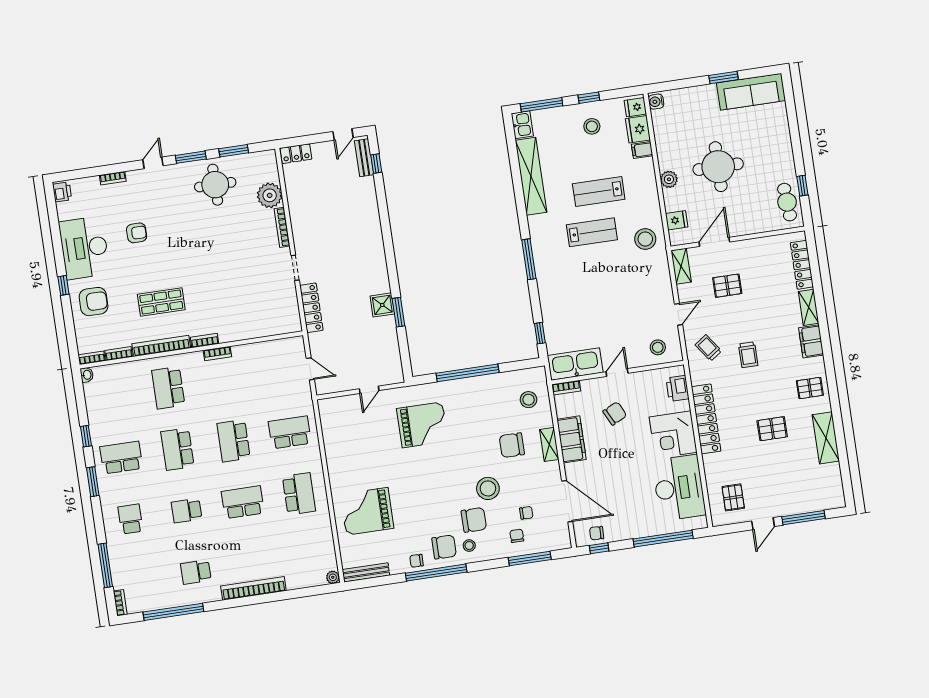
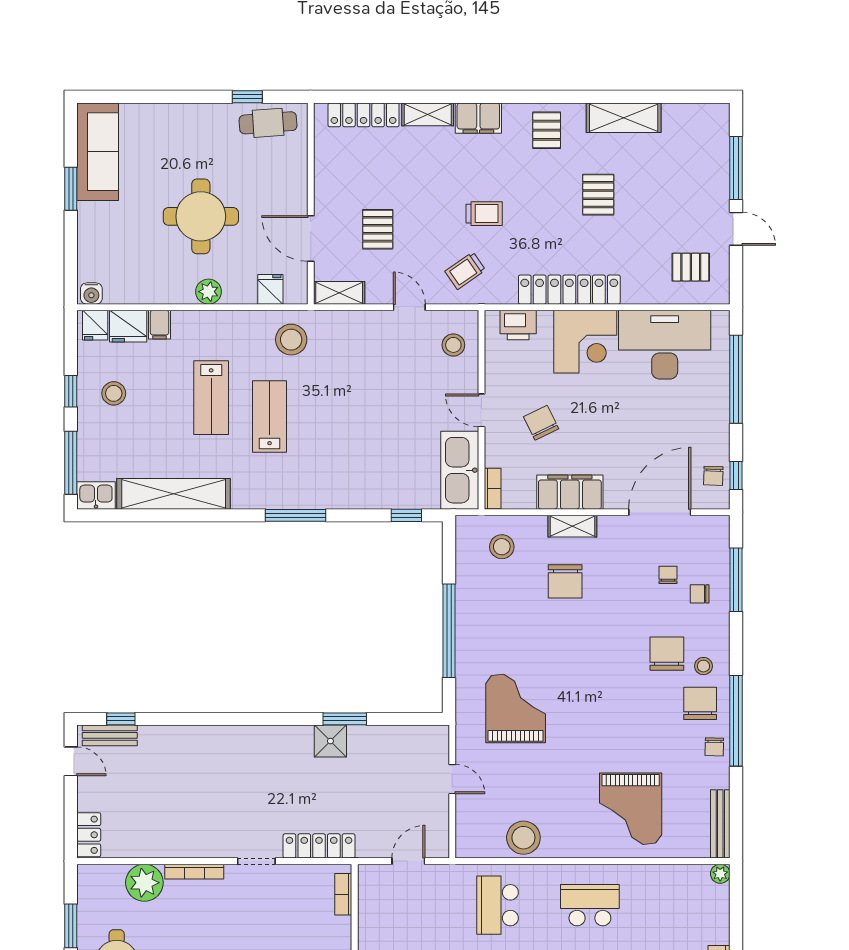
bookcase: (282, 329) -> (343, 894), added
stool: (488, 488) -> (523, 838), moved

